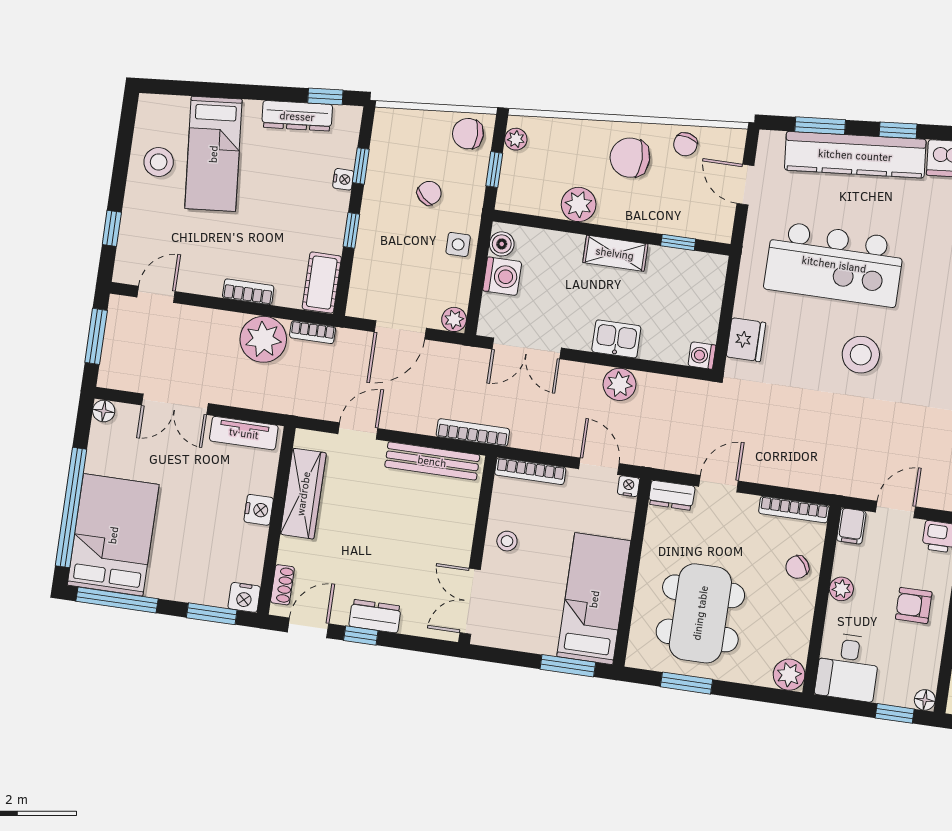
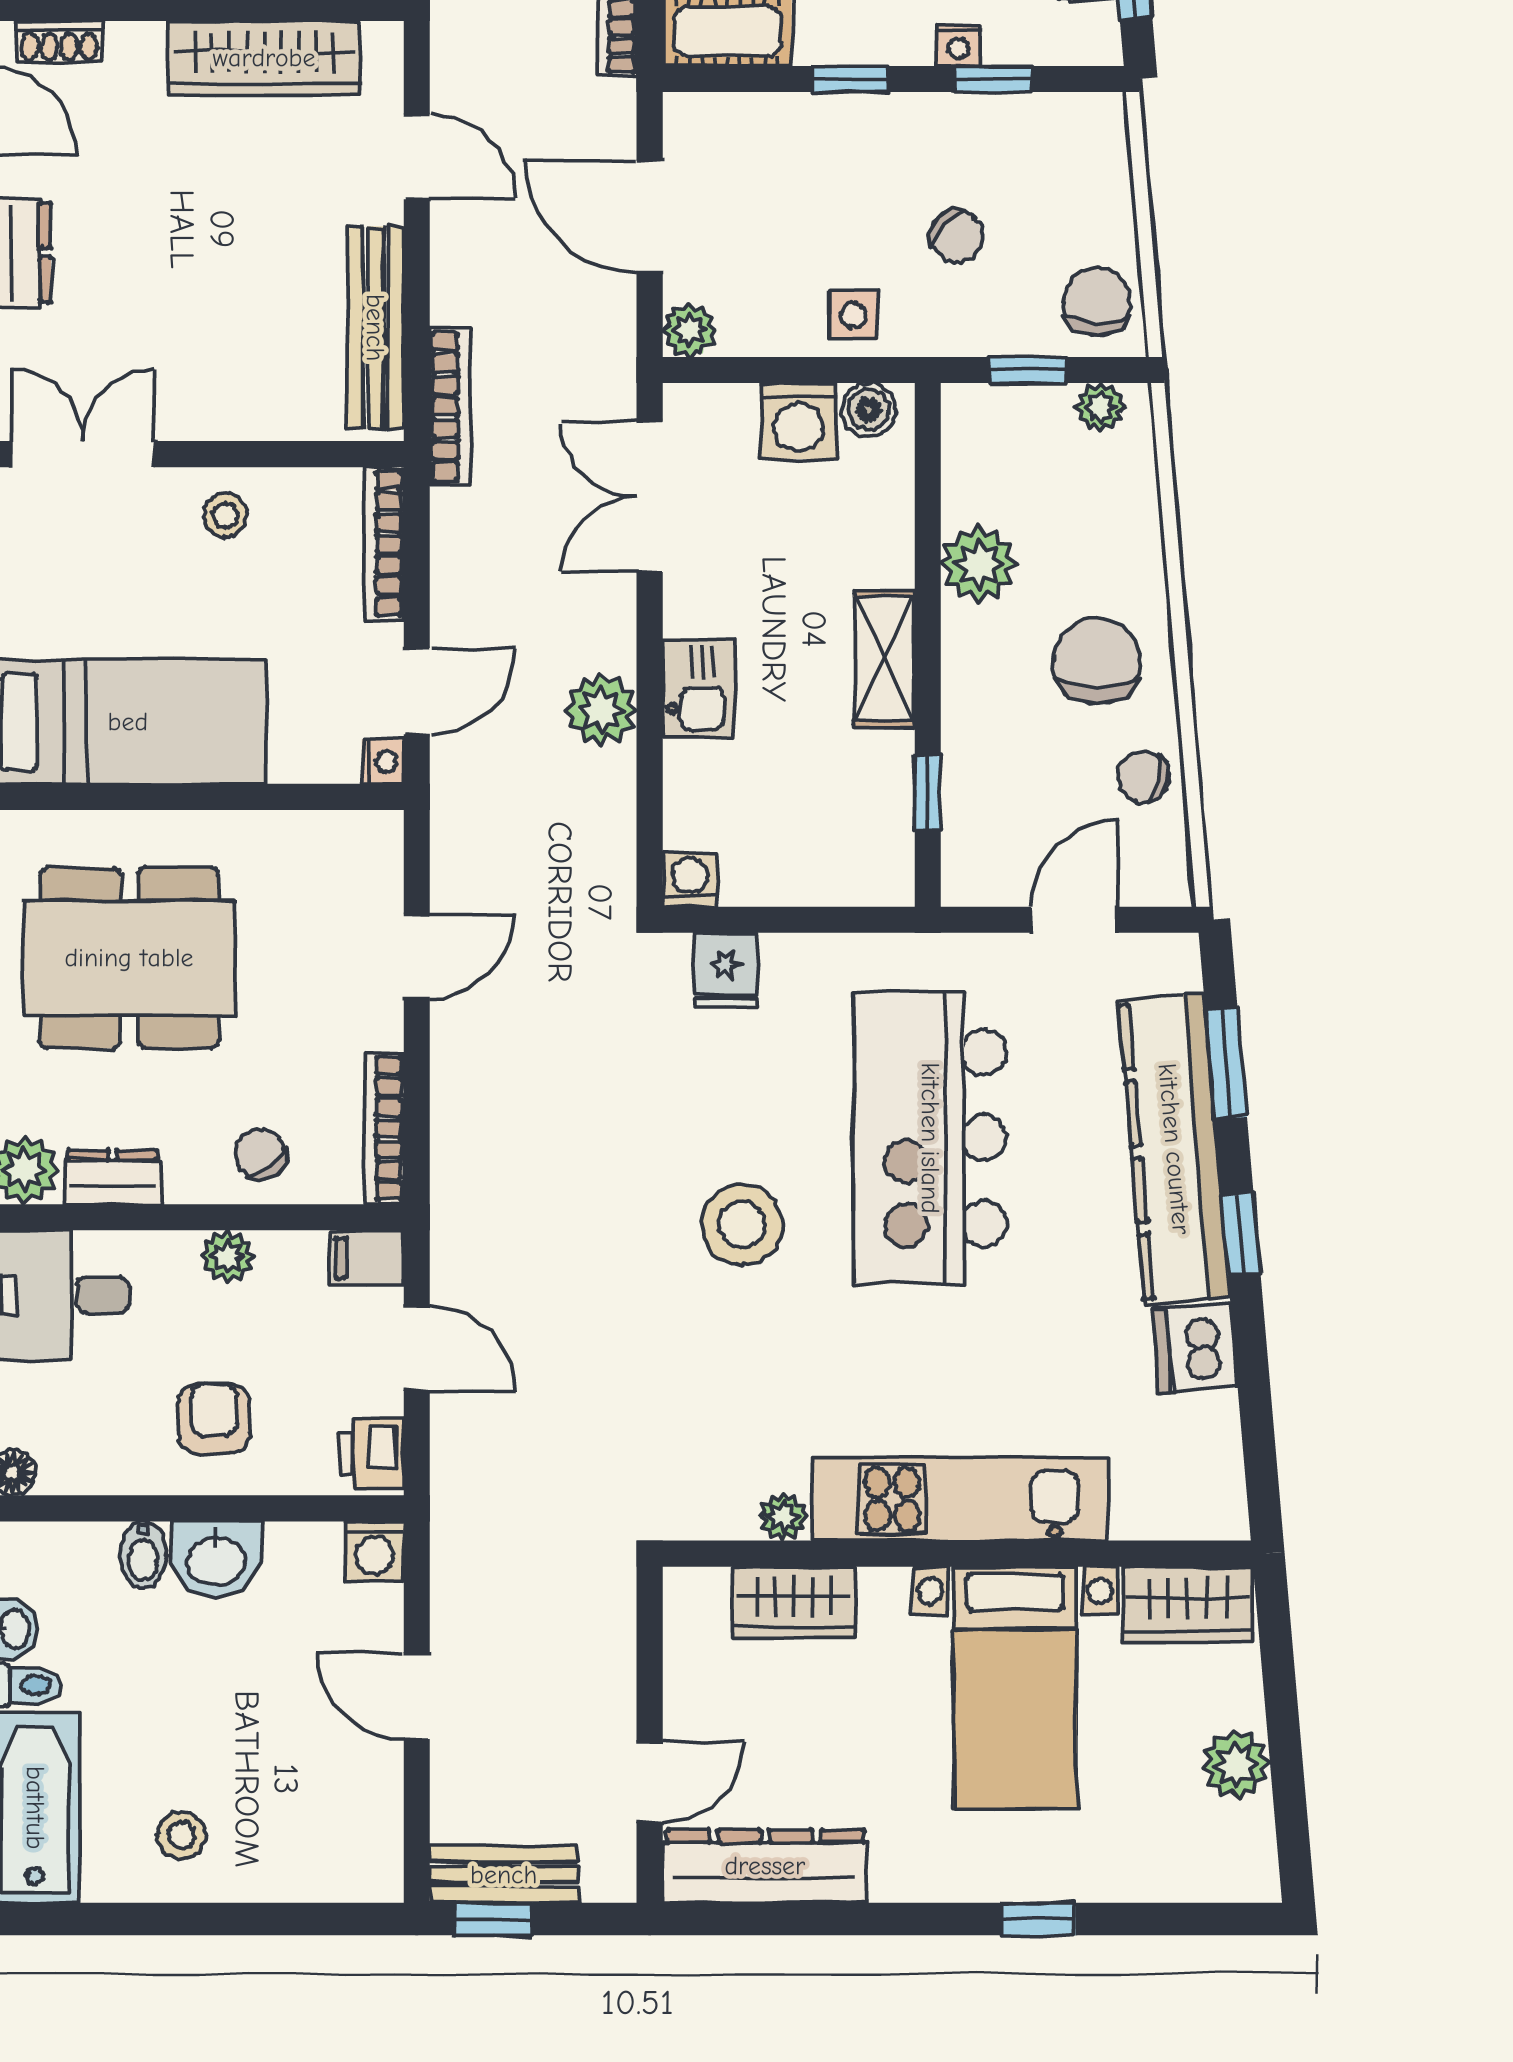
fridge: (746, 340) -> (726, 970), width x0.72
door: (719, 484) -> (417, 956), hinge flipped
dresser: (672, 495) -> (112, 1177), moved, turned 90

